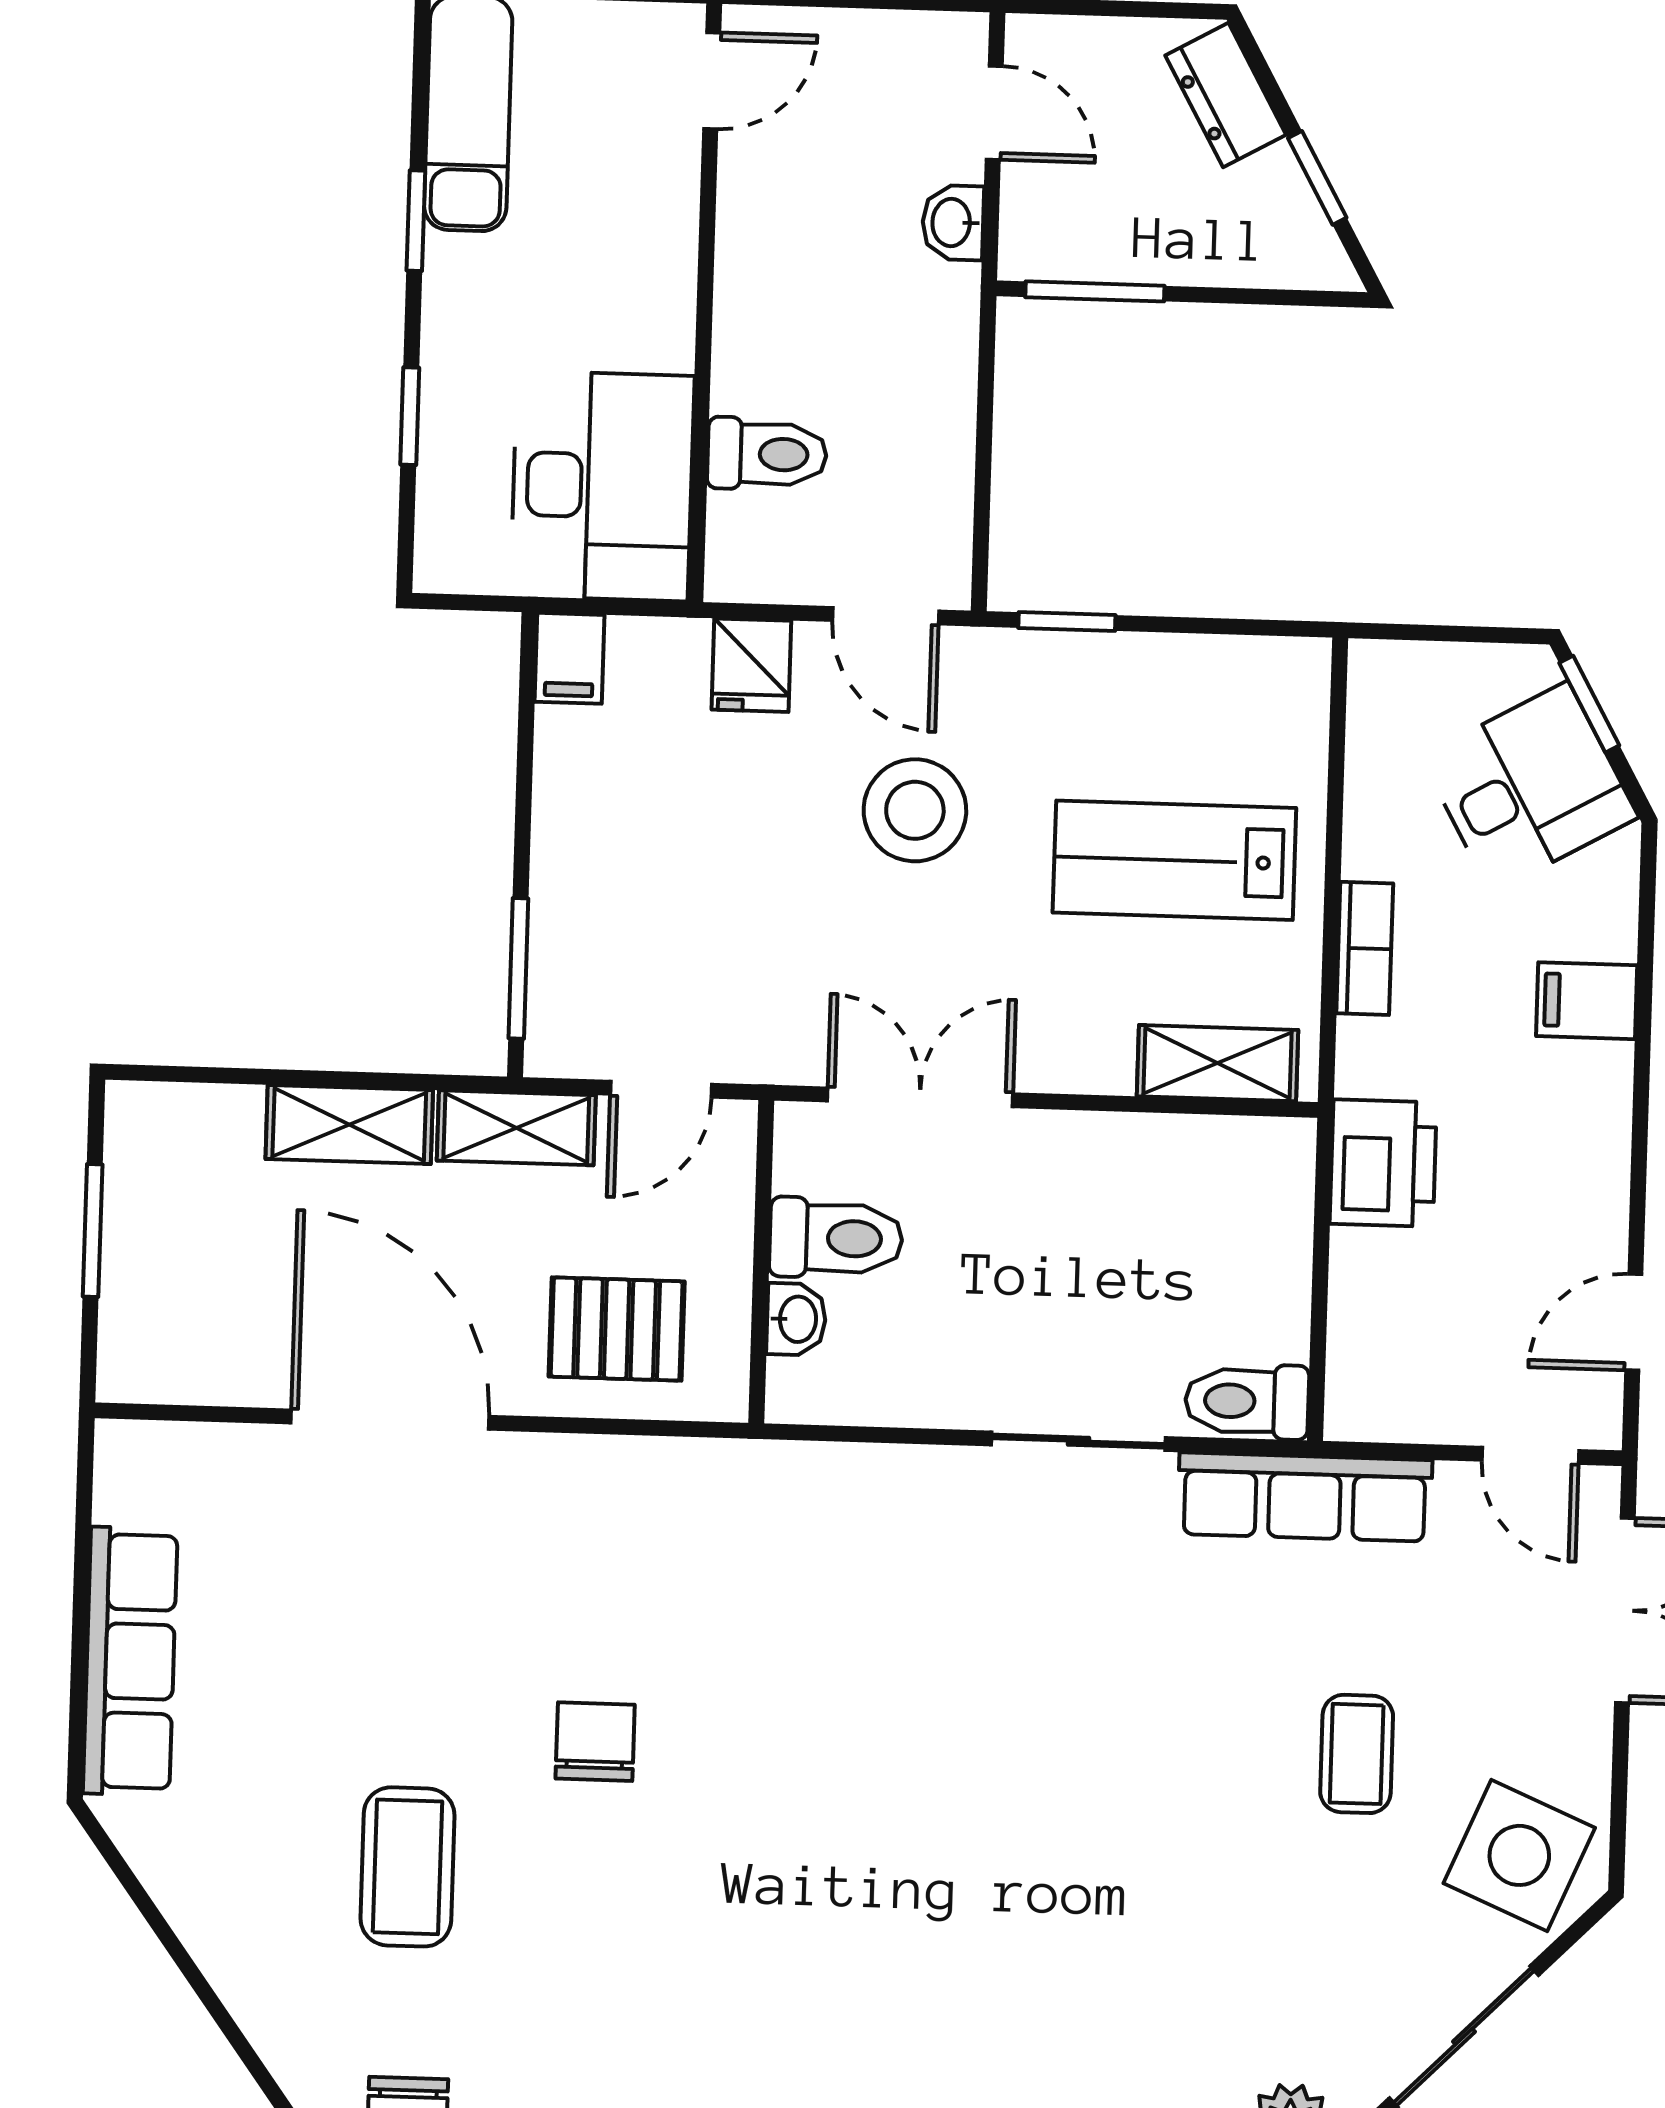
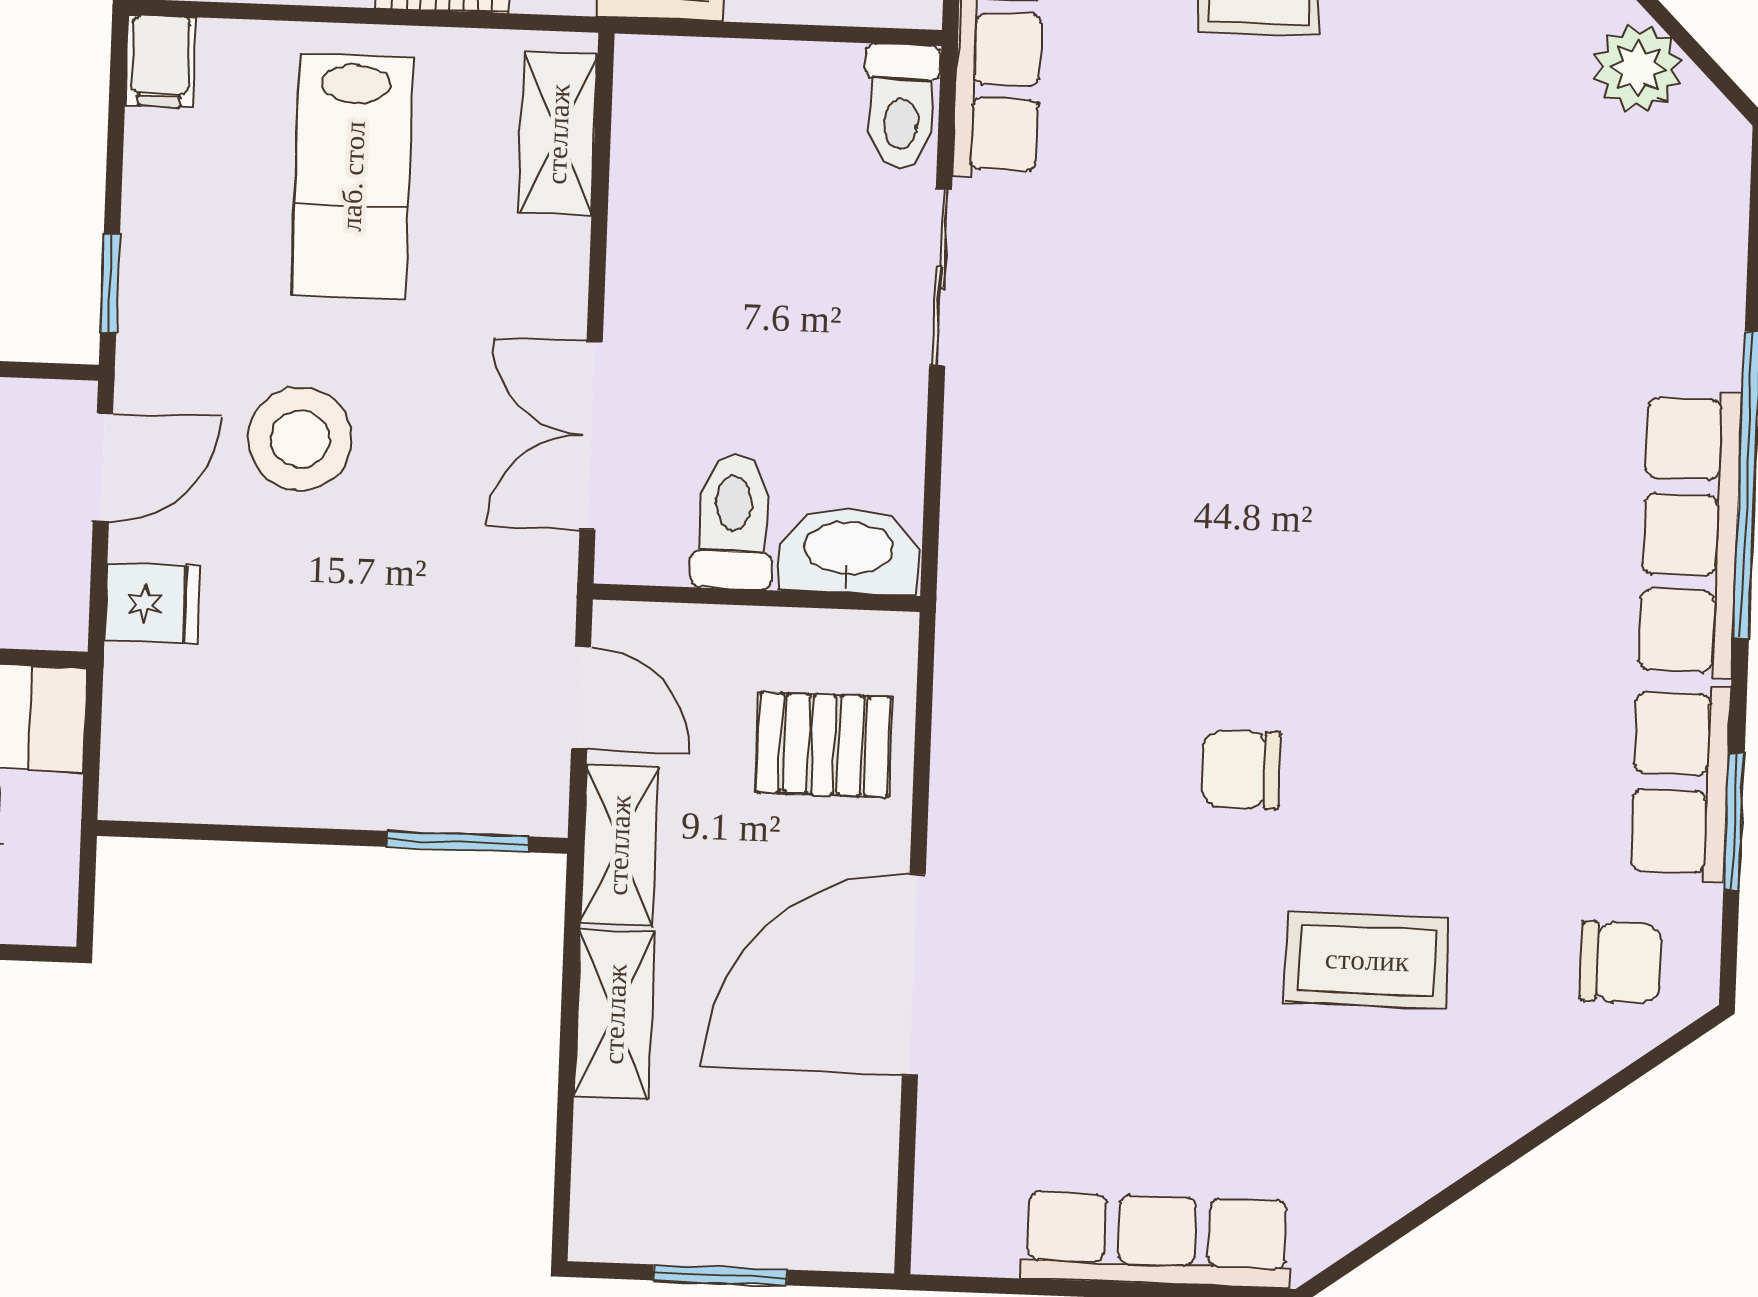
filing cabinet: (569, 658) -> (160, 61), moved, turned 90
washbasin: (796, 1319) -> (849, 551), width x1.91, depth x1.45
pallet: (617, 1329) -> (824, 745), turned 90

